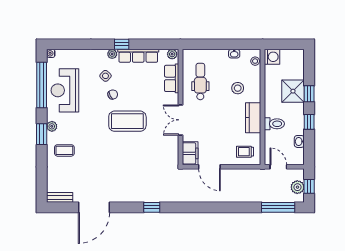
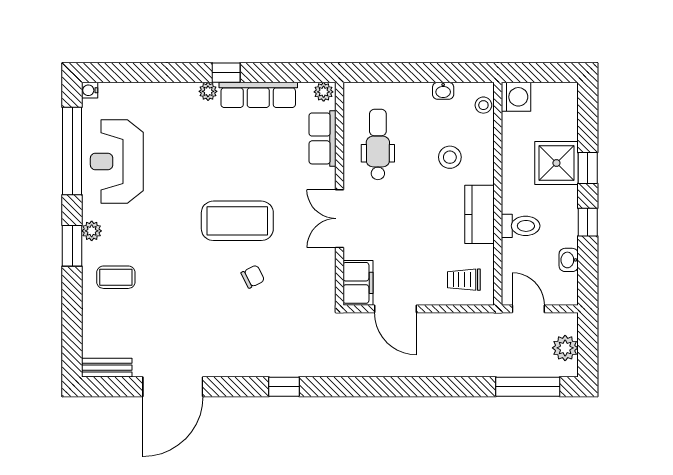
side table: (105, 76) -> (195, 134), removed
chair: (113, 94) -> (253, 277), moved
window: (309, 186) -> (588, 346), removed

